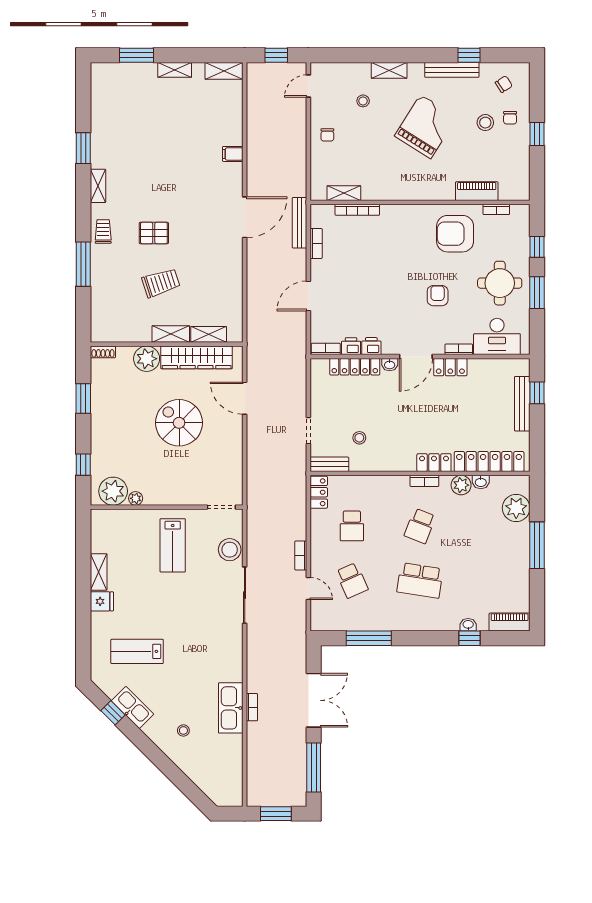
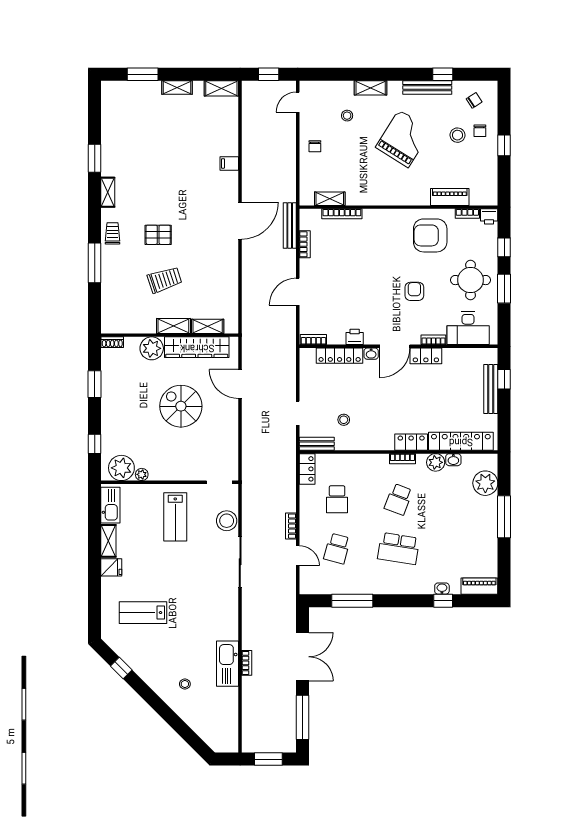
printer: (351, 346) -> (489, 216), moved, turned 180
school desk: (352, 580) -> (337, 549), turned 39
kitchen sink: (133, 707) -> (110, 505), moved, turned 45

